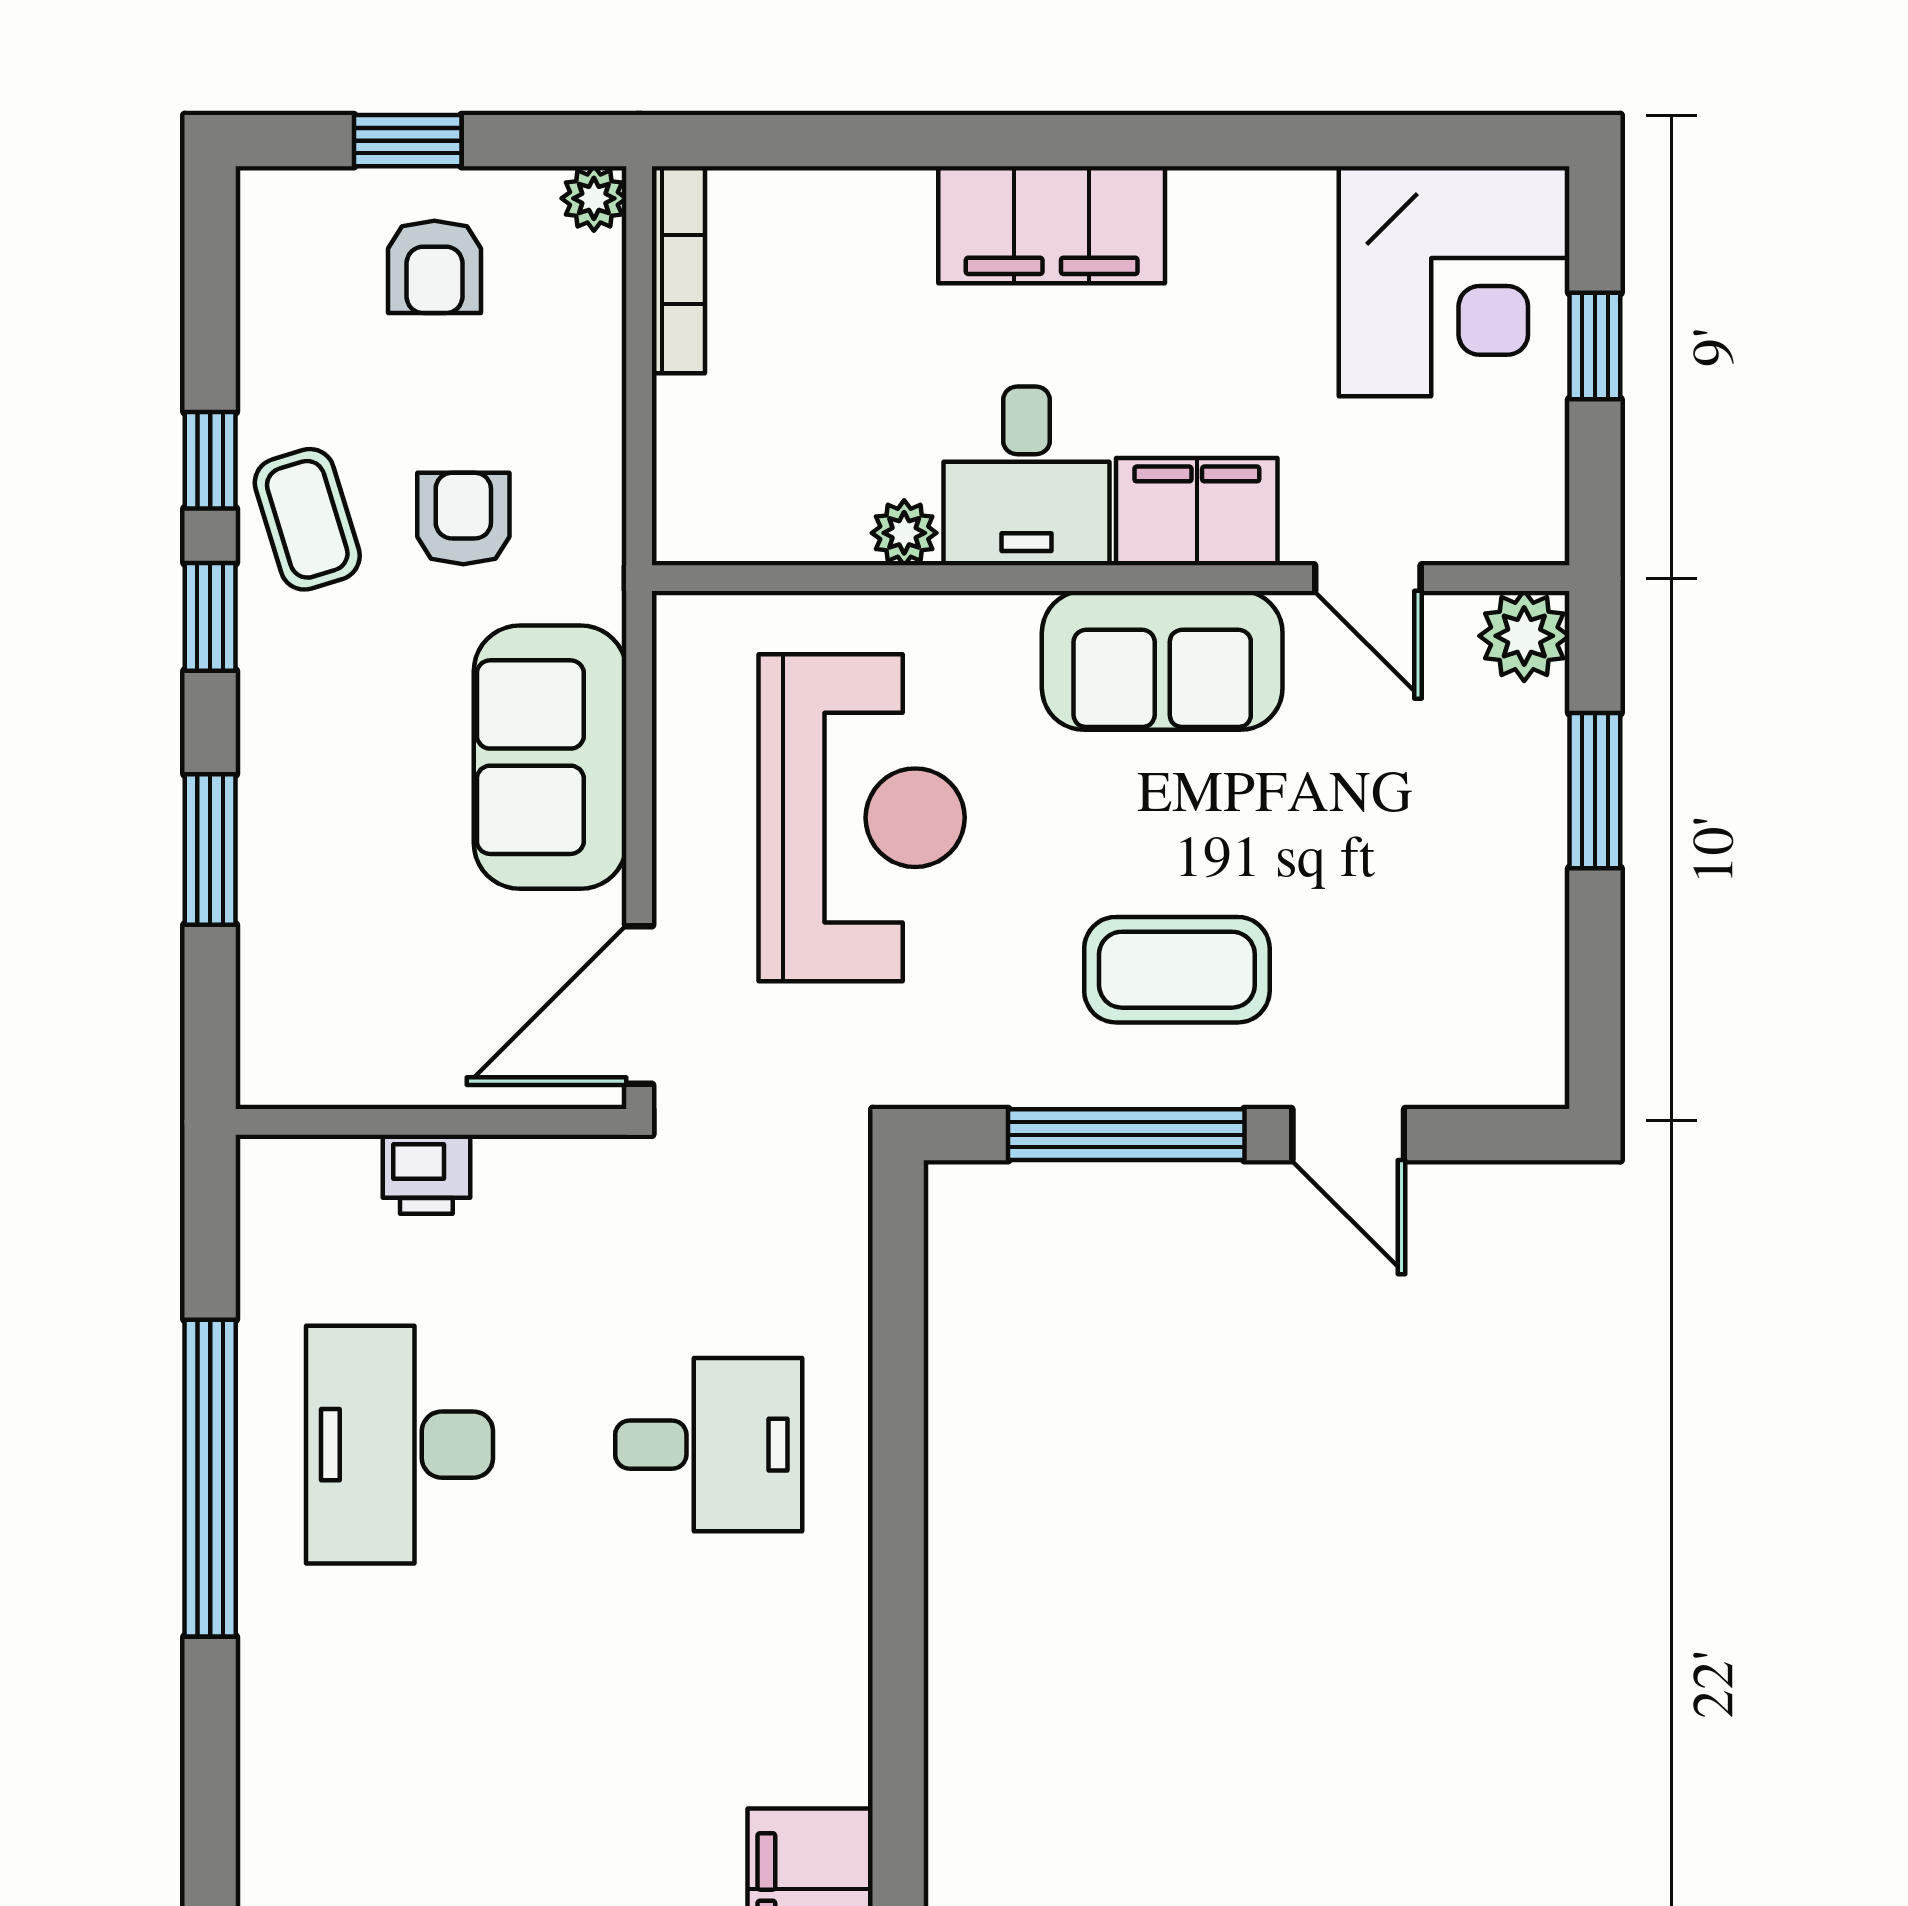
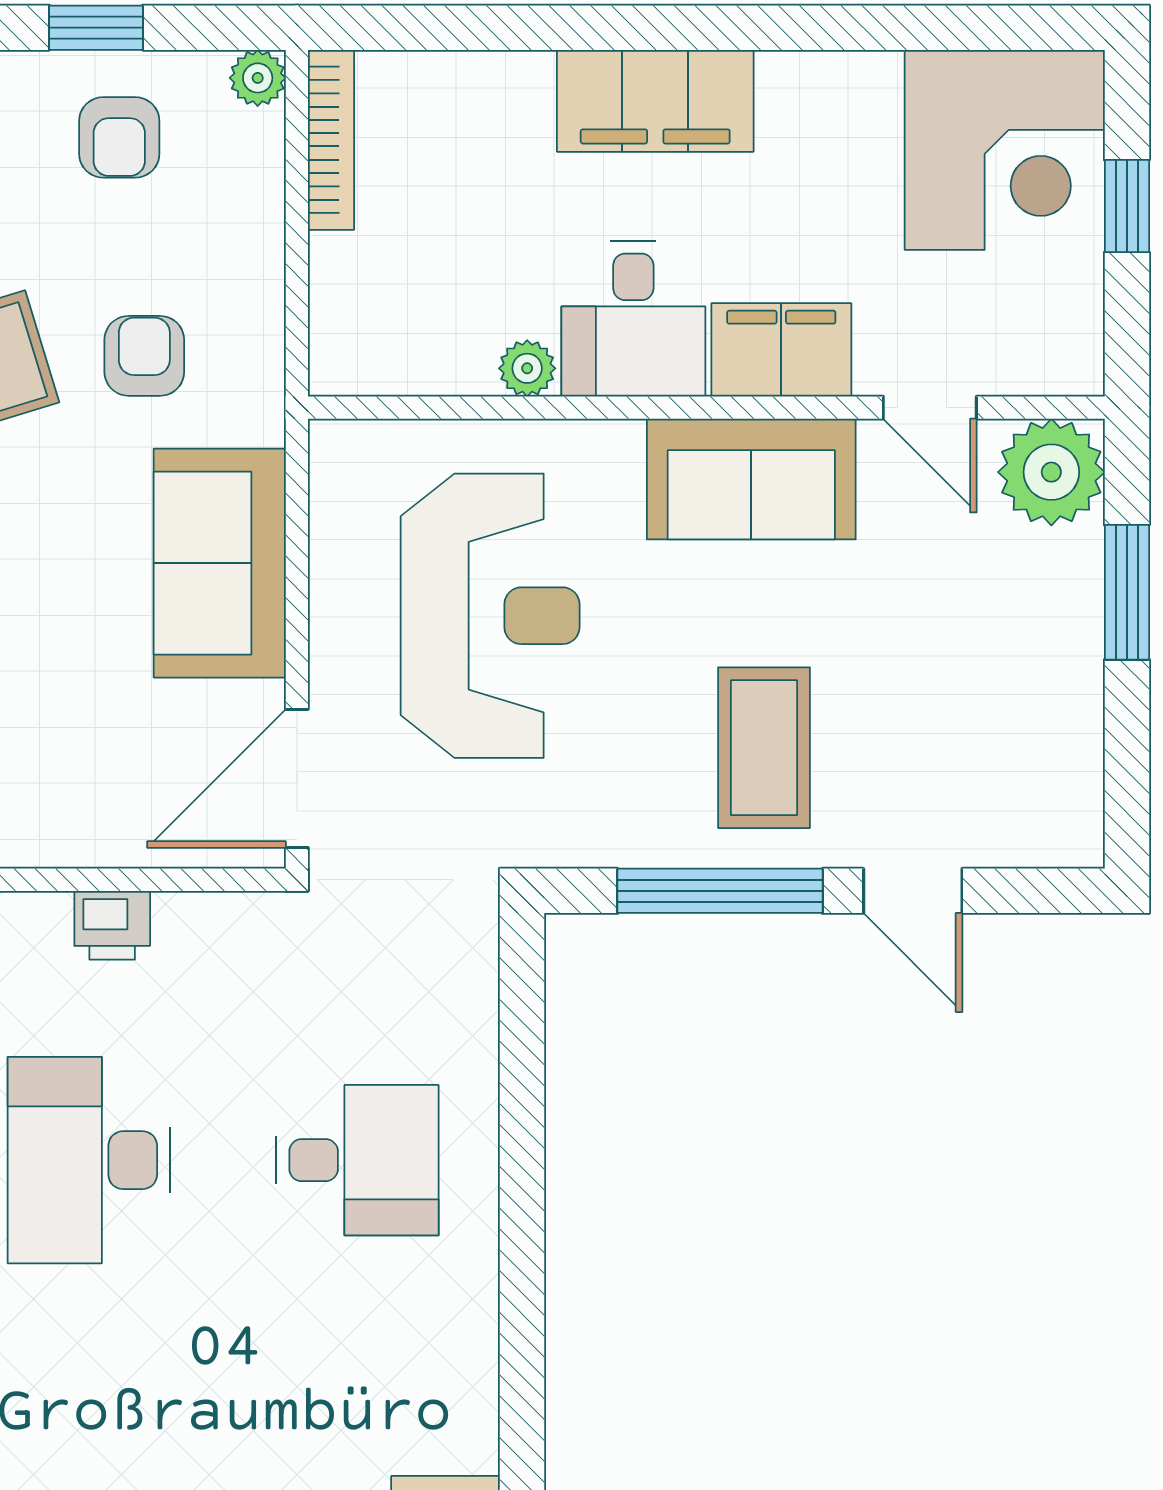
plant: (1524, 636) -> (1051, 472), width x1.36, depth x1.36
coffee table: (1177, 970) -> (764, 748), turned 90

